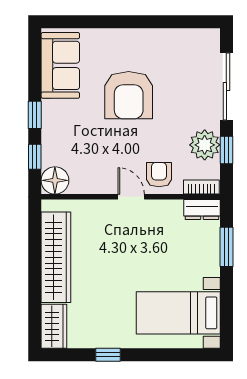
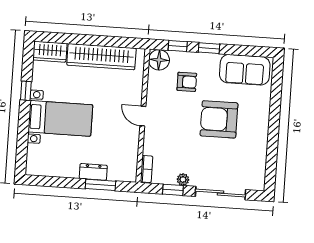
plant: (205, 145) -> (183, 179), width x0.53, depth x0.53
armchair: (159, 175) -> (187, 82), moved
door: (131, 197) -> (143, 116), swing flipped
dresser: (202, 210) -> (93, 172), moved, turned 90
bed with nightstands: (178, 313) -> (60, 118), moved, turned 90

